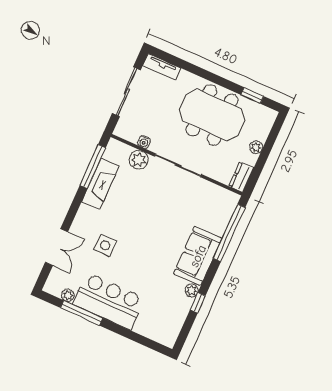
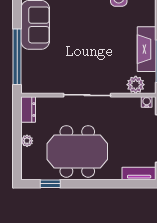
water cooler: (144, 142) -> (147, 102), moved
plant: (139, 160) -> (136, 85), moved

